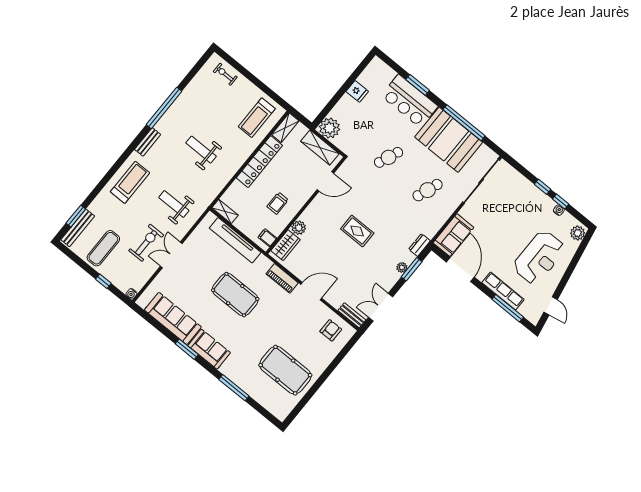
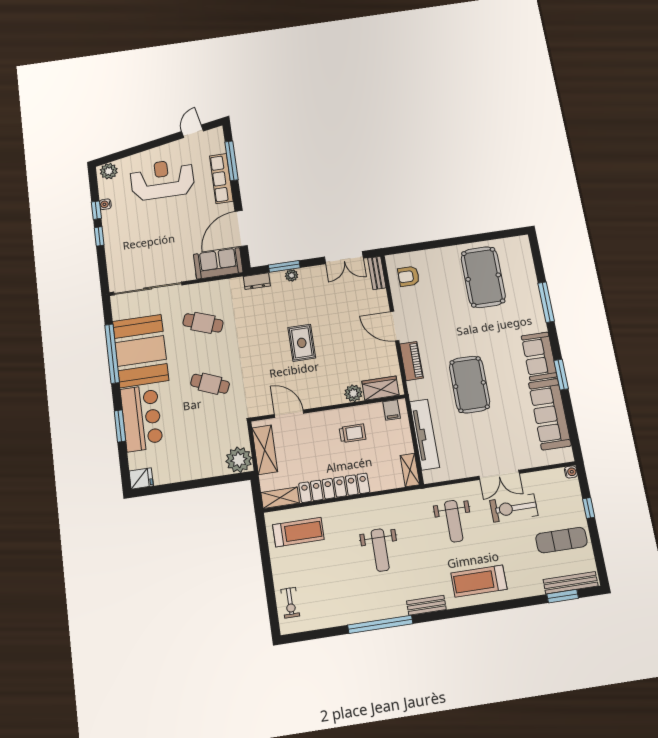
fridge: (357, 91) -> (141, 478), moved, turned 90

